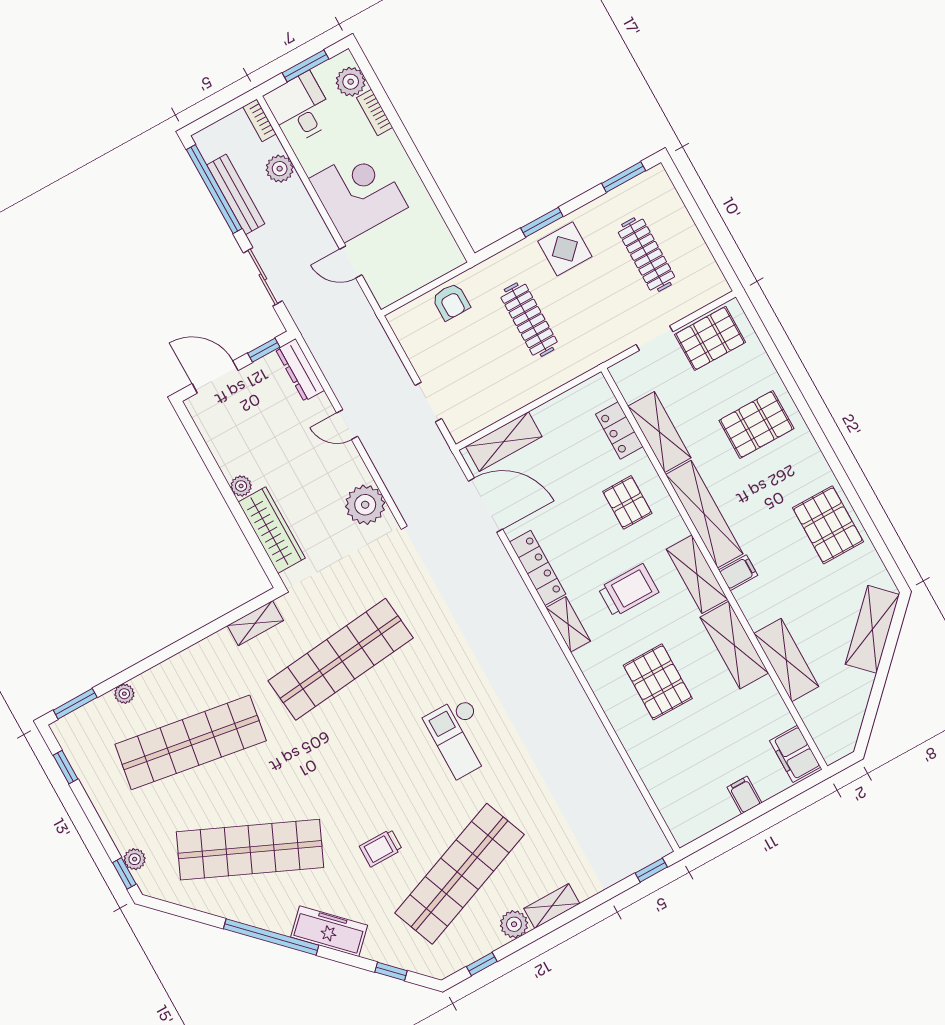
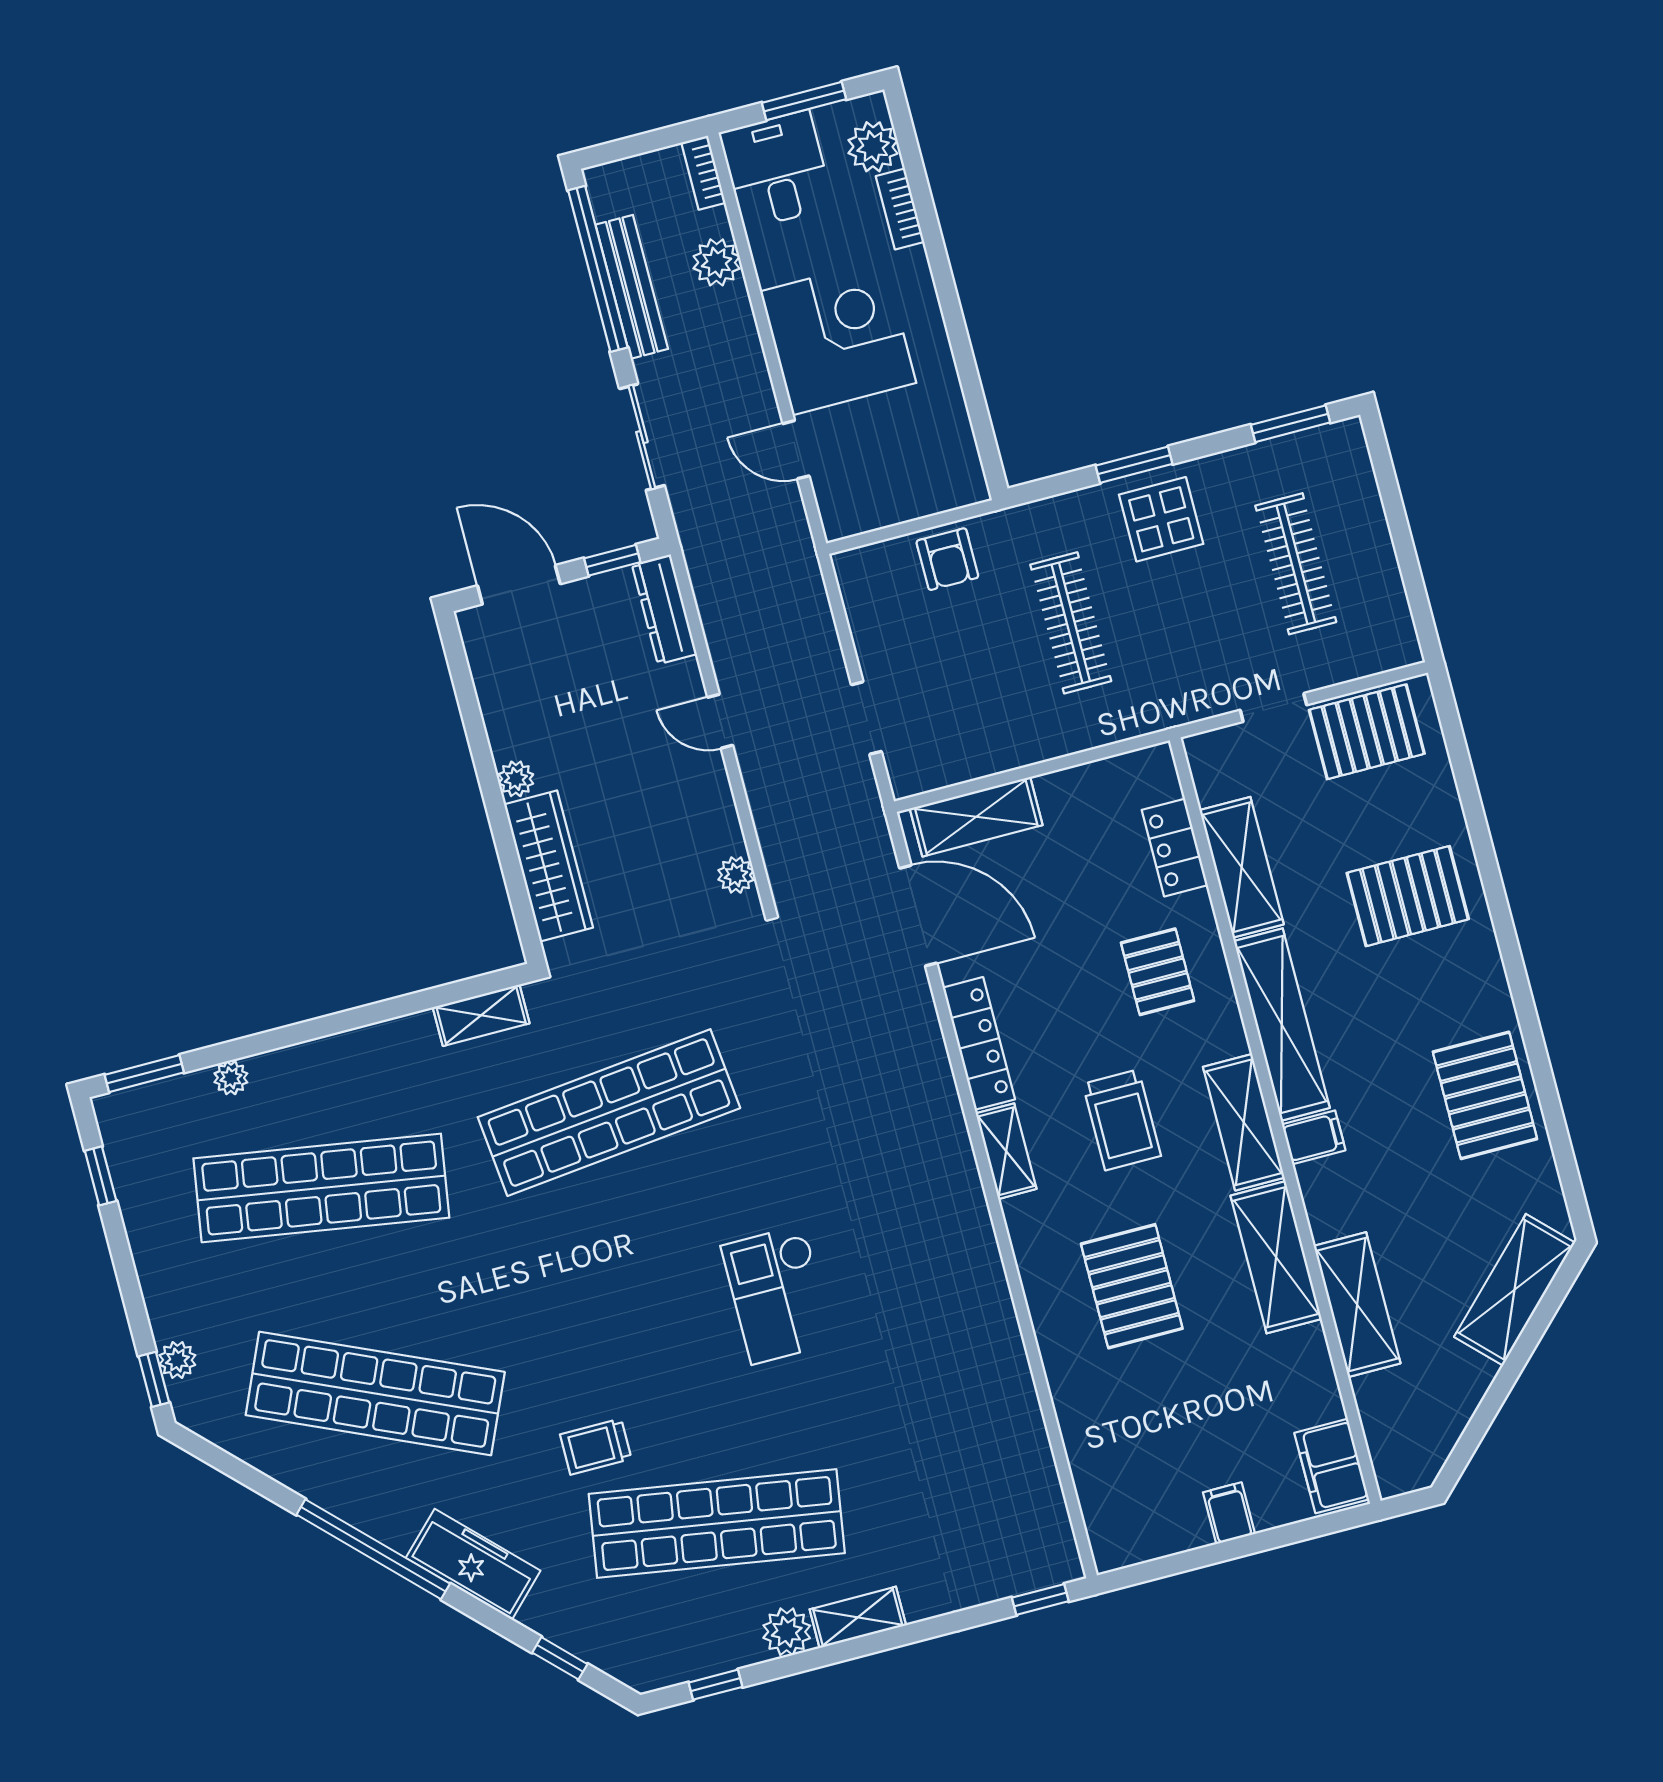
plant: (365, 505) -> (736, 875), width x0.53, depth x0.53
trolley: (628, 590) -> (1122, 1120), turned 90
shop shelf: (459, 874) -> (717, 1524), turned 30

